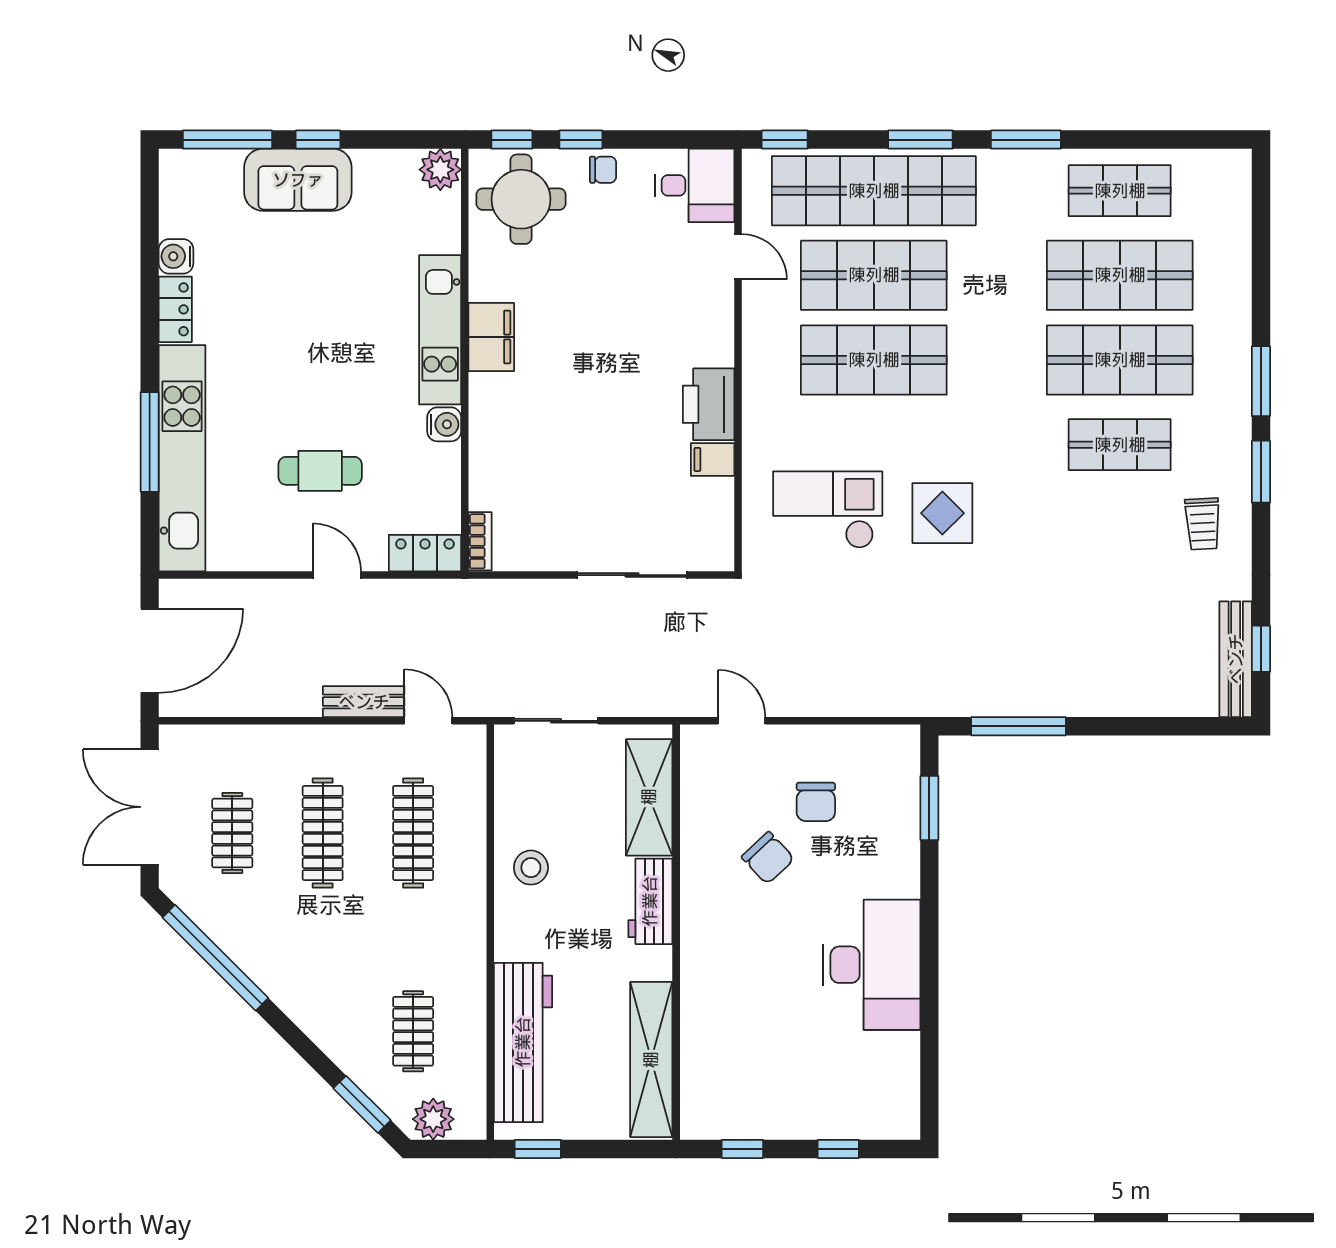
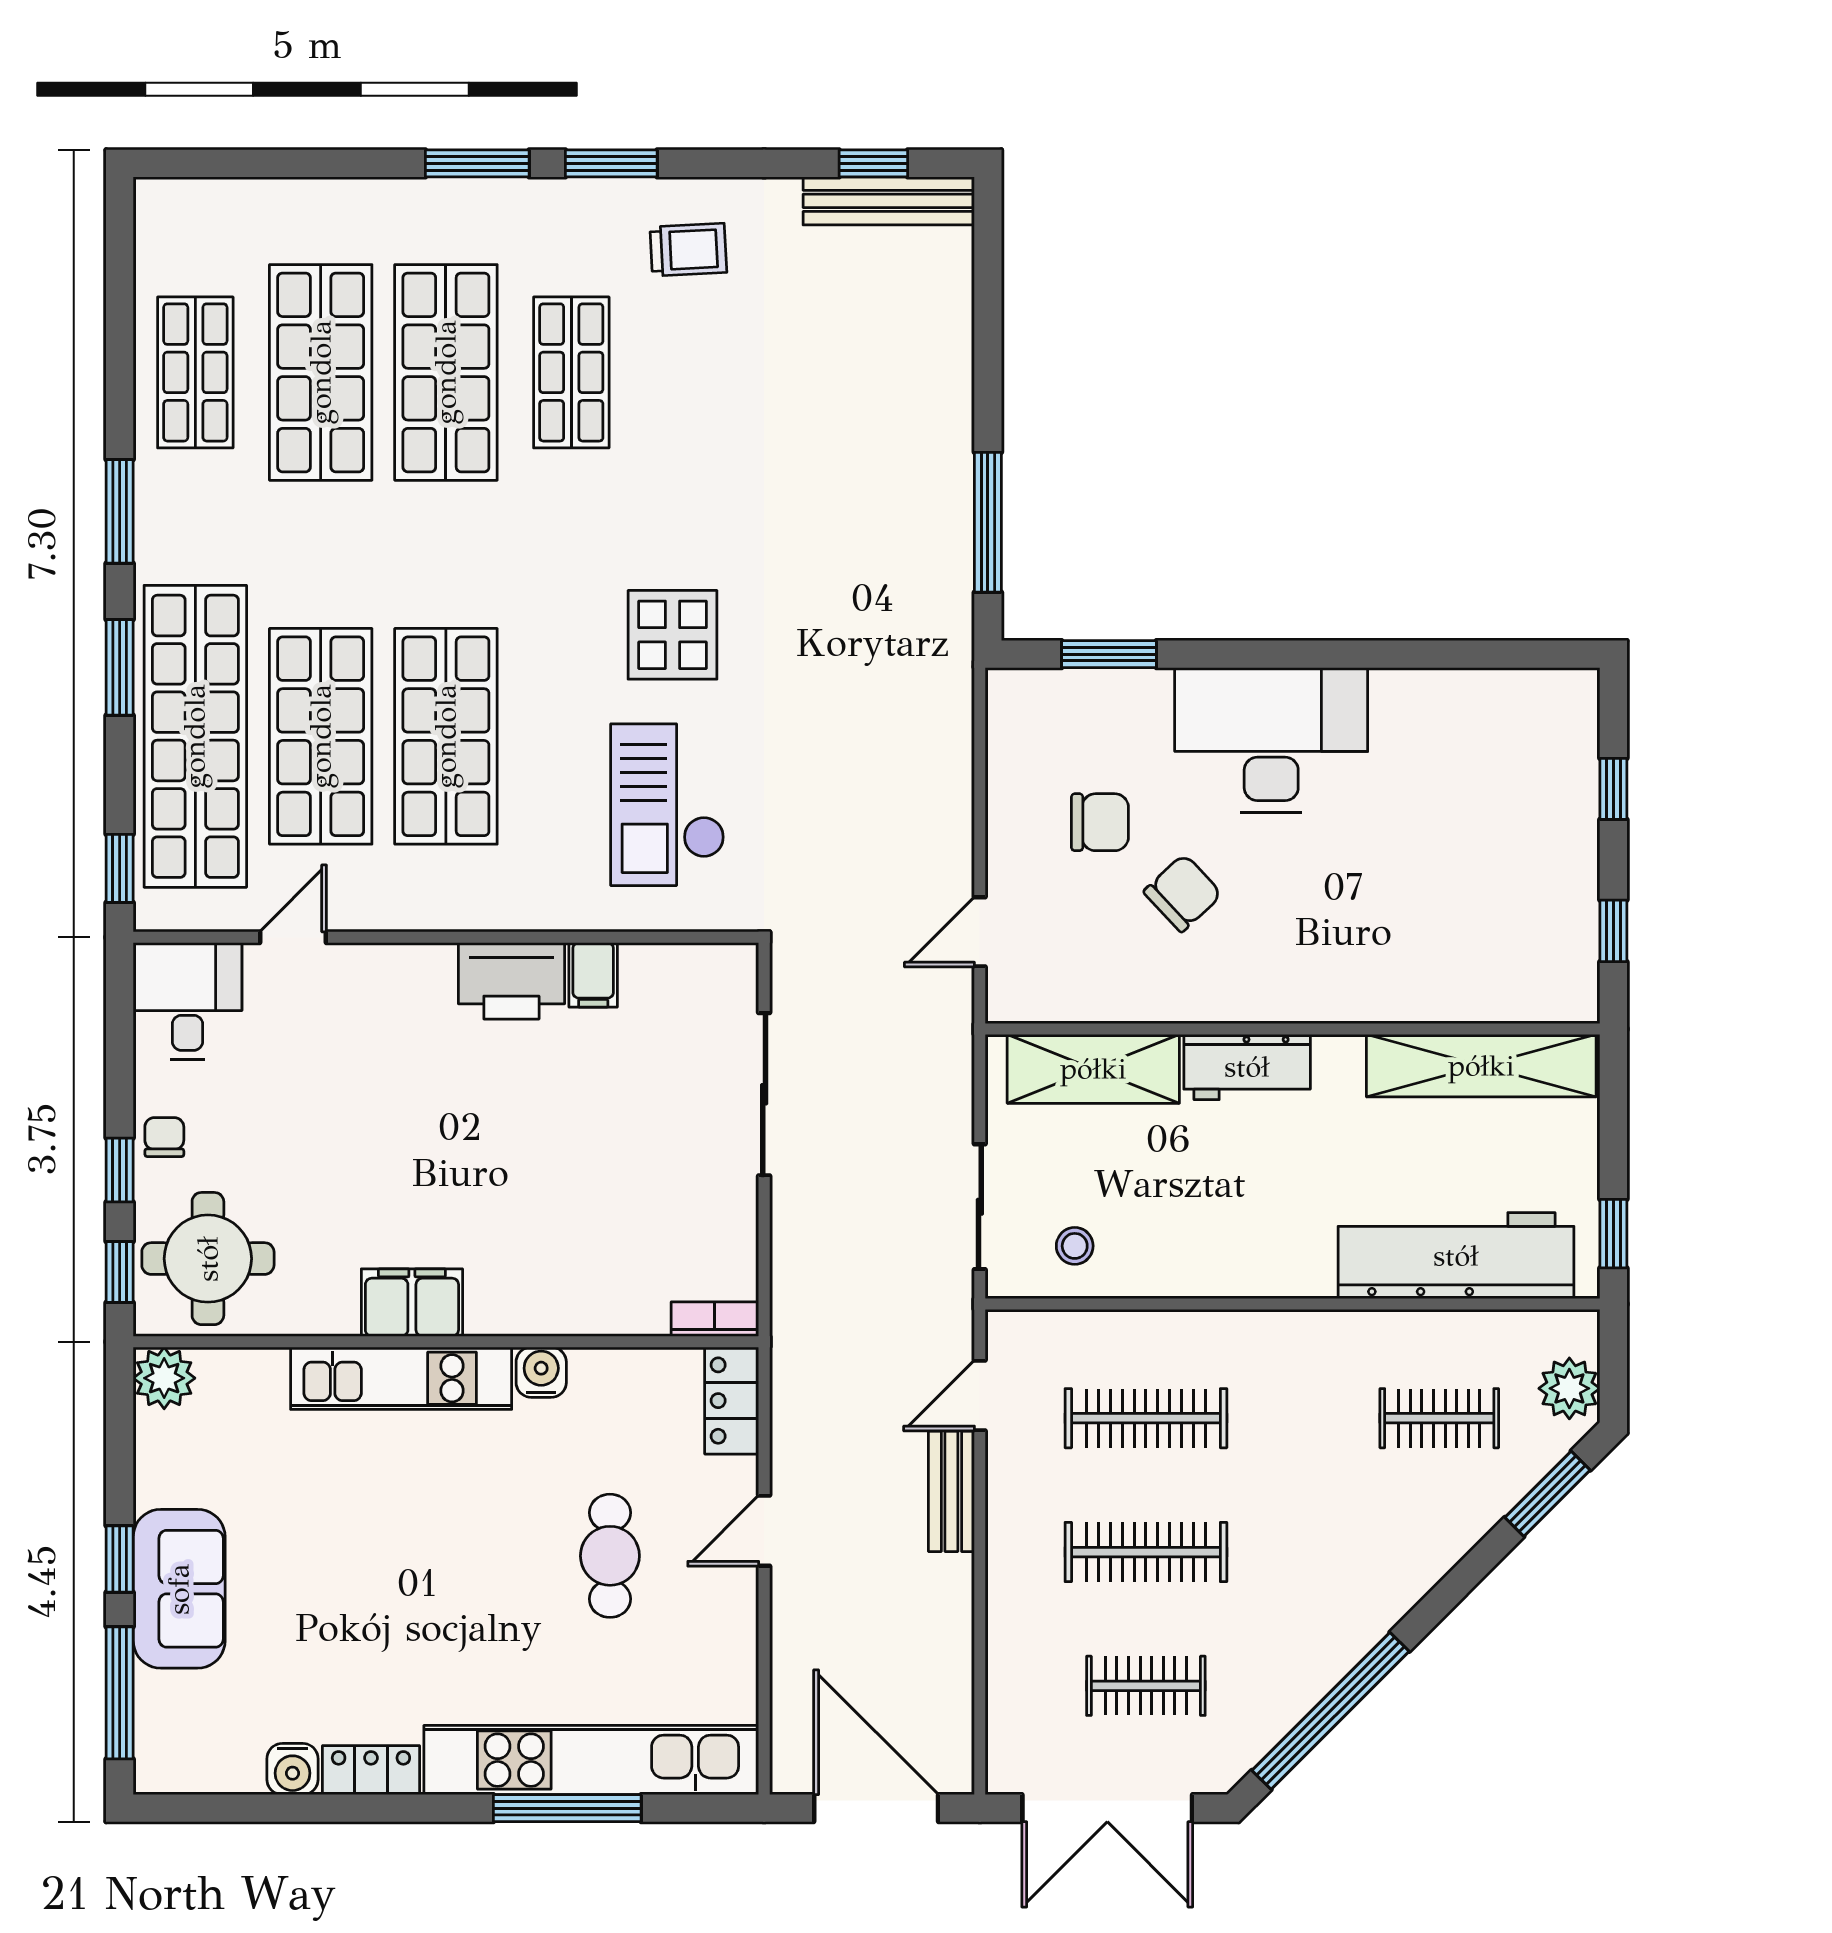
stool: (531, 868) -> (1075, 1246), moved, width x0.73, depth x0.73
desk: (871, 965) -> (1271, 740), moved

